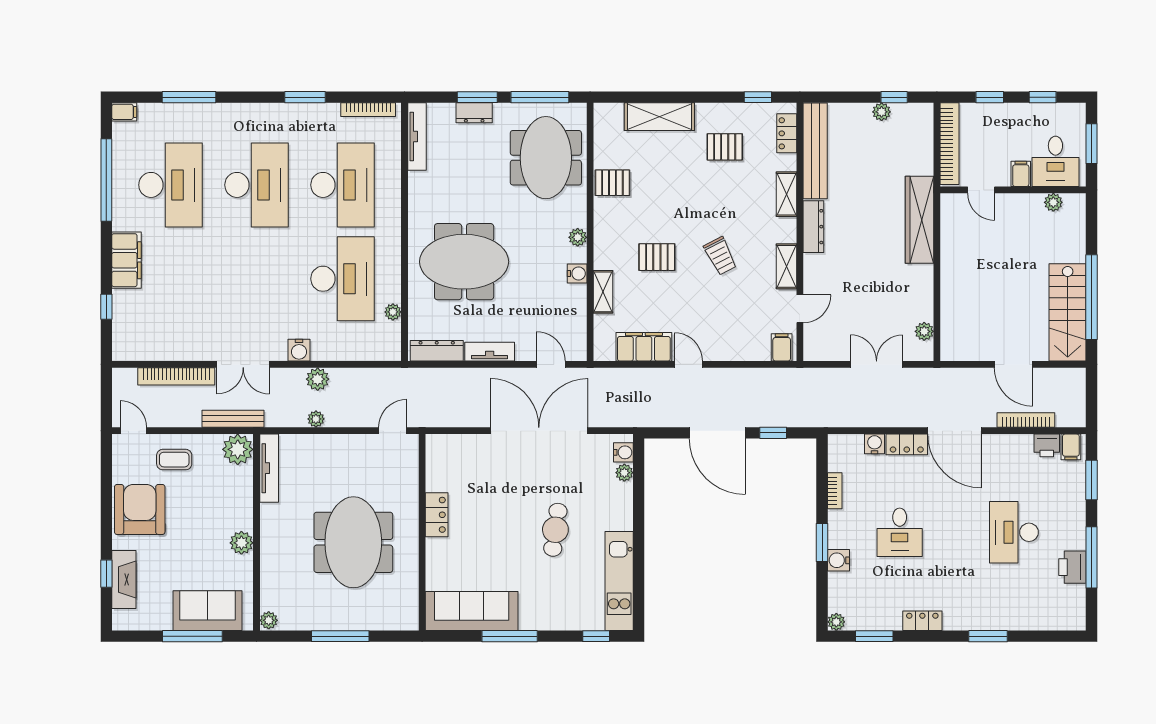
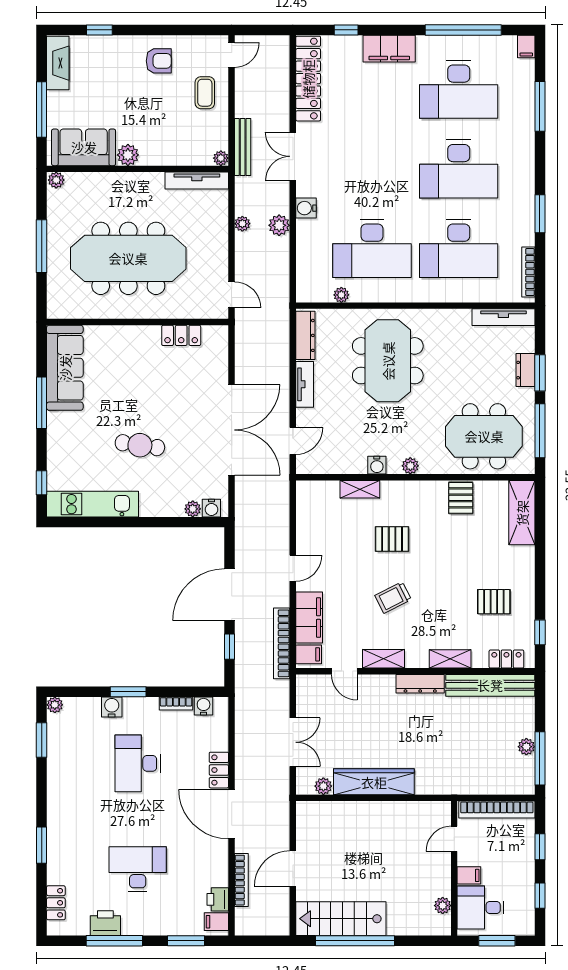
window: (894, 97) -> (540, 758), width x2.17
shelving: (659, 117) -> (522, 513), moved
pallet: (725, 147) -> (494, 602), turned 90
wardrobe: (919, 220) -> (374, 782), moved
pallet: (657, 257) -> (392, 539), turned 90
filing cabinet: (644, 347) -> (309, 618), moved
locker: (159, 348) -> (308, 79), added
bookcase: (176, 376) -> (282, 643), moved
door: (954, 431) -> (232, 814), hinge flipped
water cooler: (875, 444) -> (204, 706), moved, turned -90
plant: (238, 449) -> (221, 158), width x0.53, depth x0.53
armchair: (140, 509) -> (159, 61), width x0.53, depth x0.53
locker: (437, 515) -> (181, 335), moved
desk: (900, 532) -> (138, 763), width x1.37
meeting table: (353, 542) -> (128, 258), width x1.36
fireplace: (124, 579) -> (58, 63), moved, turned -90
sofa: (207, 611) -> (84, 147), moved, turned -90
locker: (922, 621) -> (56, 903), moved

